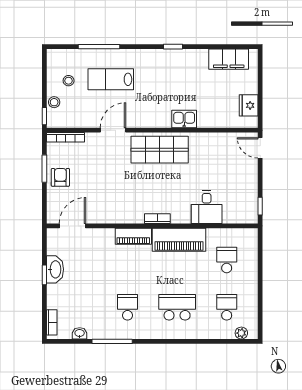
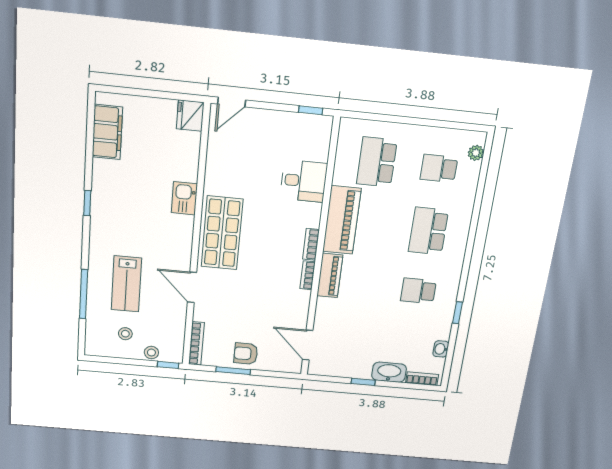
fridge: (249, 105) -> (190, 116), moved, turned 90
bookcase: (132, 219) -> (308, 275), added
school desk: (227, 260) -> (377, 162), width x1.85
washbasin: (55, 269) -> (389, 372), moved
window: (112, 341) -> (458, 313), width x0.46

